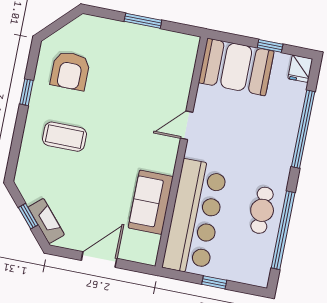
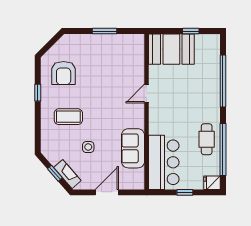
fridge: (300, 69) -> (212, 183), moved, turned 90
side table: (85, 187) -> (88, 147), added
bar counter: (195, 217) -> (164, 162), width x0.73

